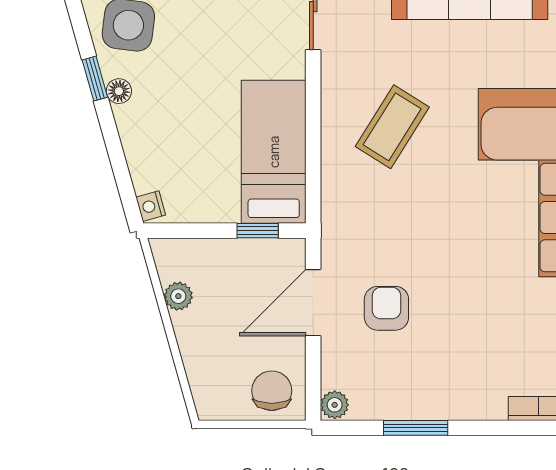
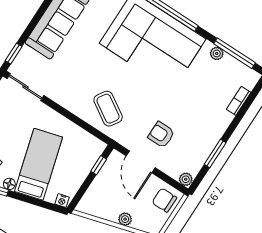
coffee table: (392, 127) -> (108, 109), moved
bed: (274, 152) -> (39, 164), moved, turned 74
plant: (178, 296) -> (125, 219), moved

